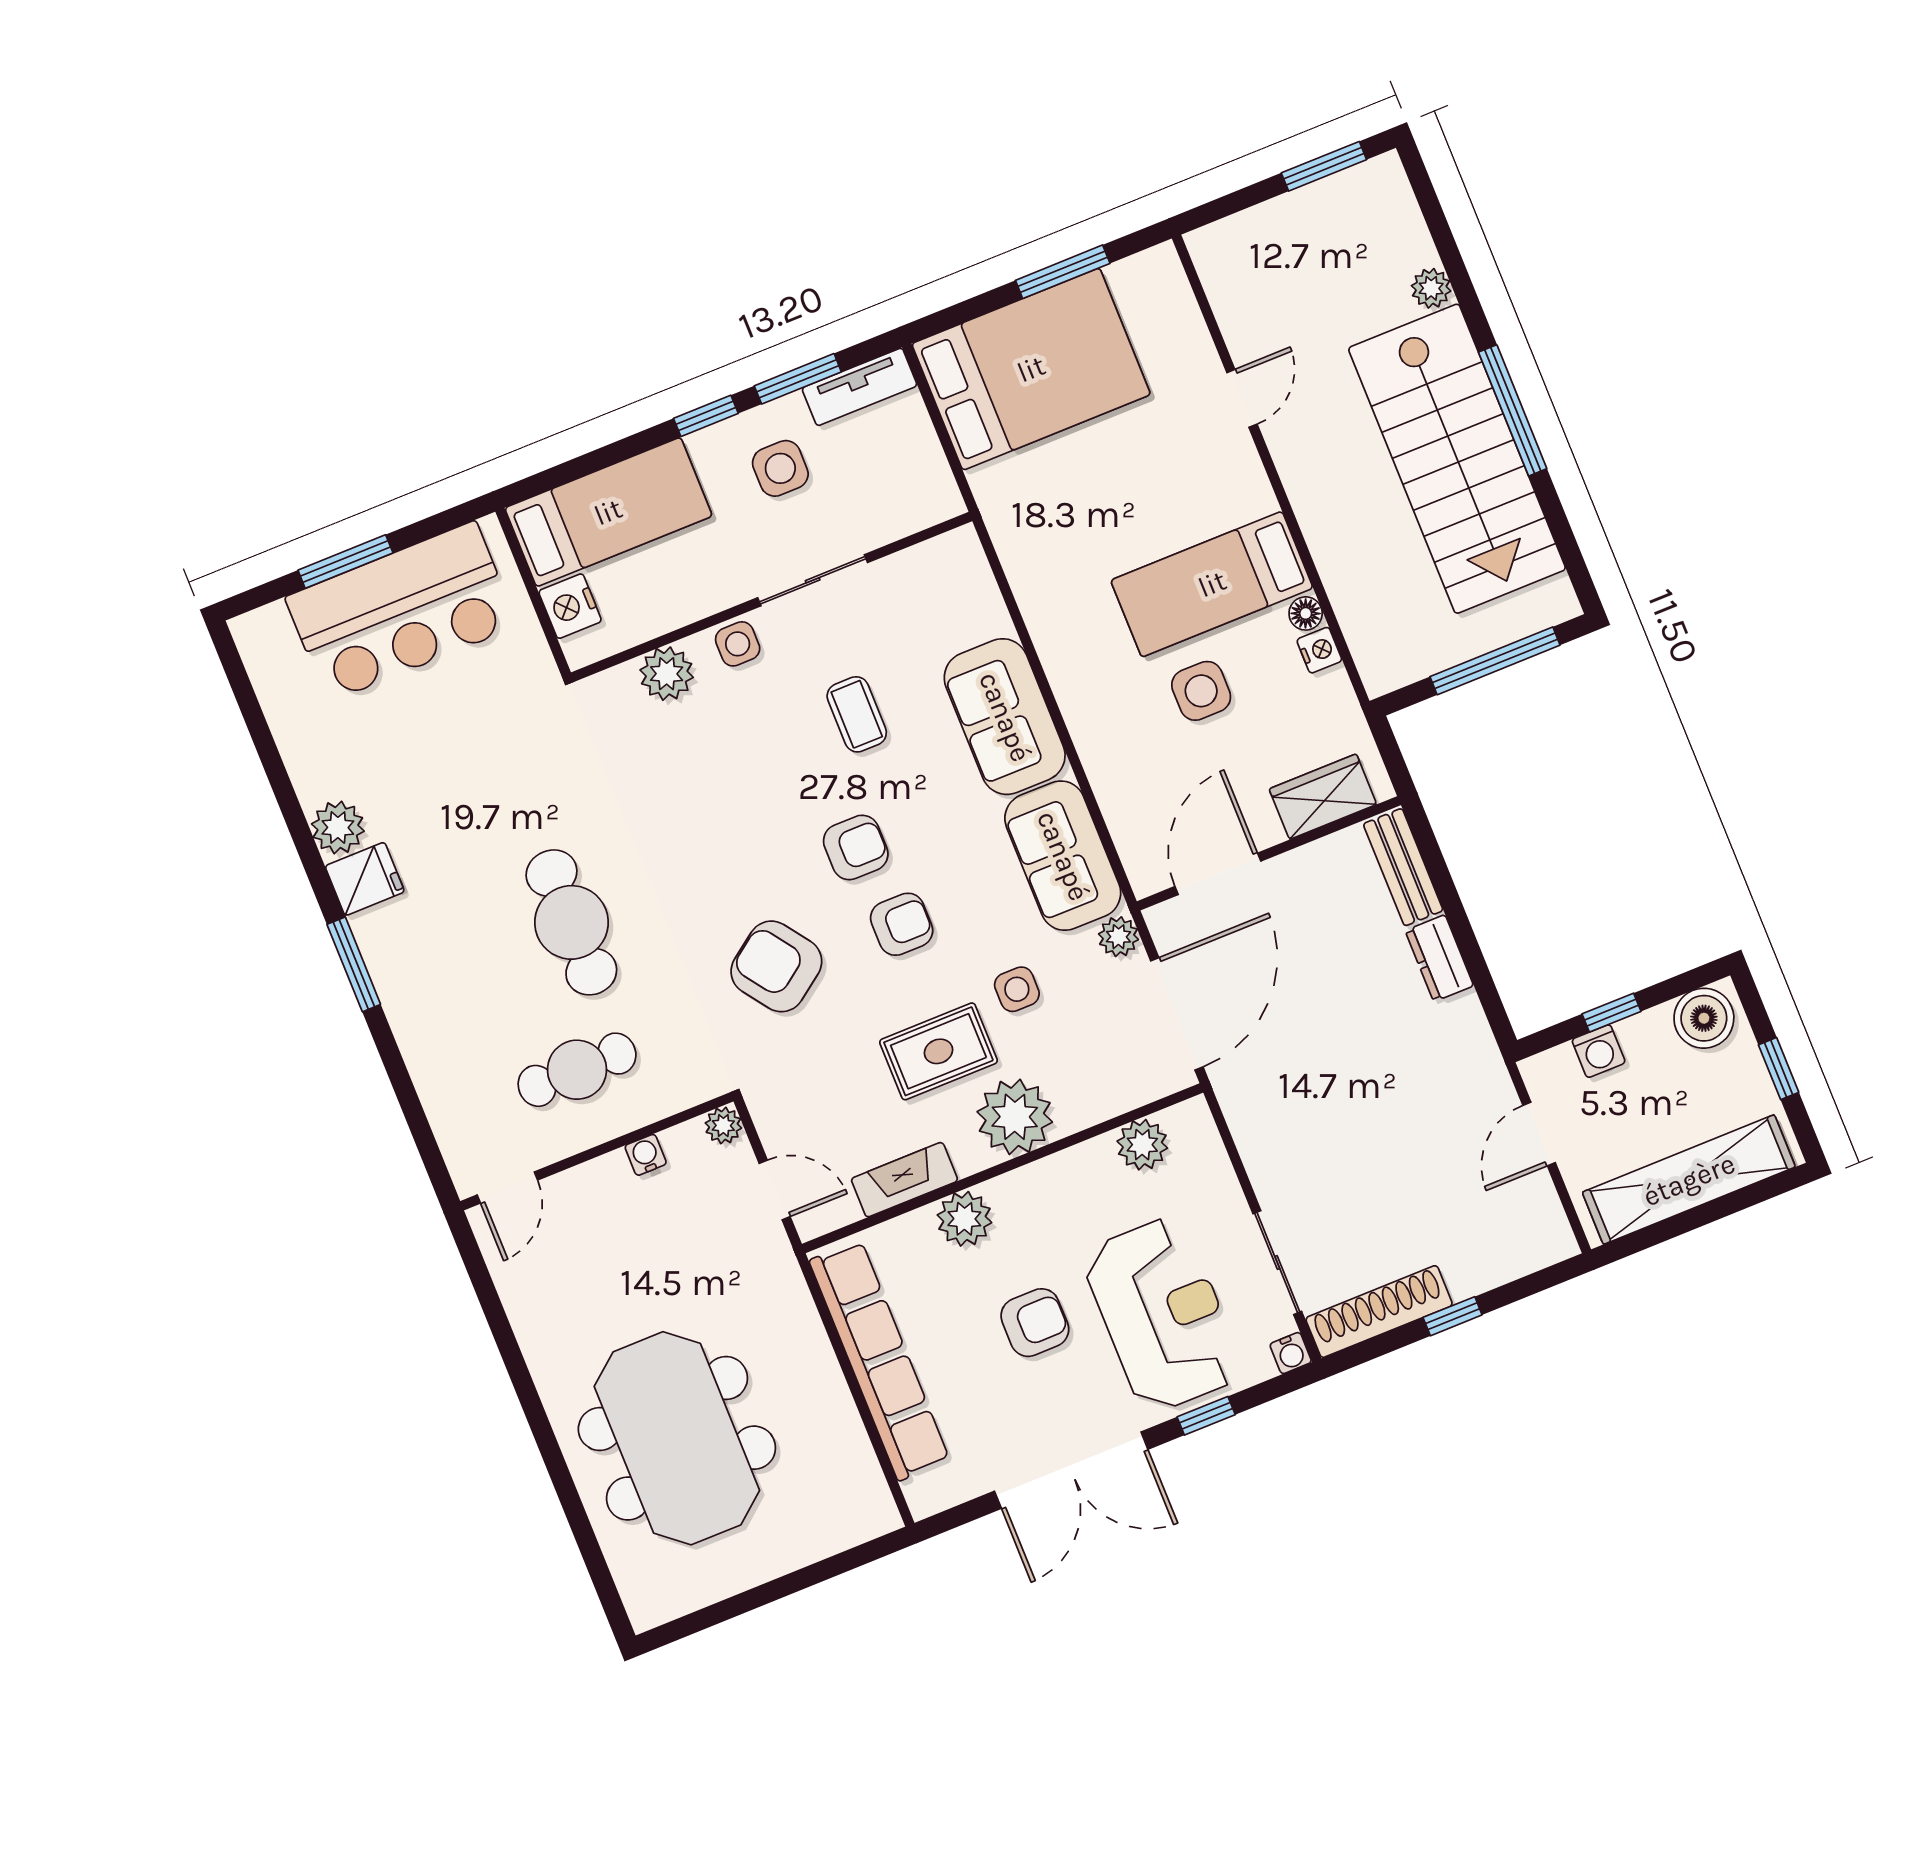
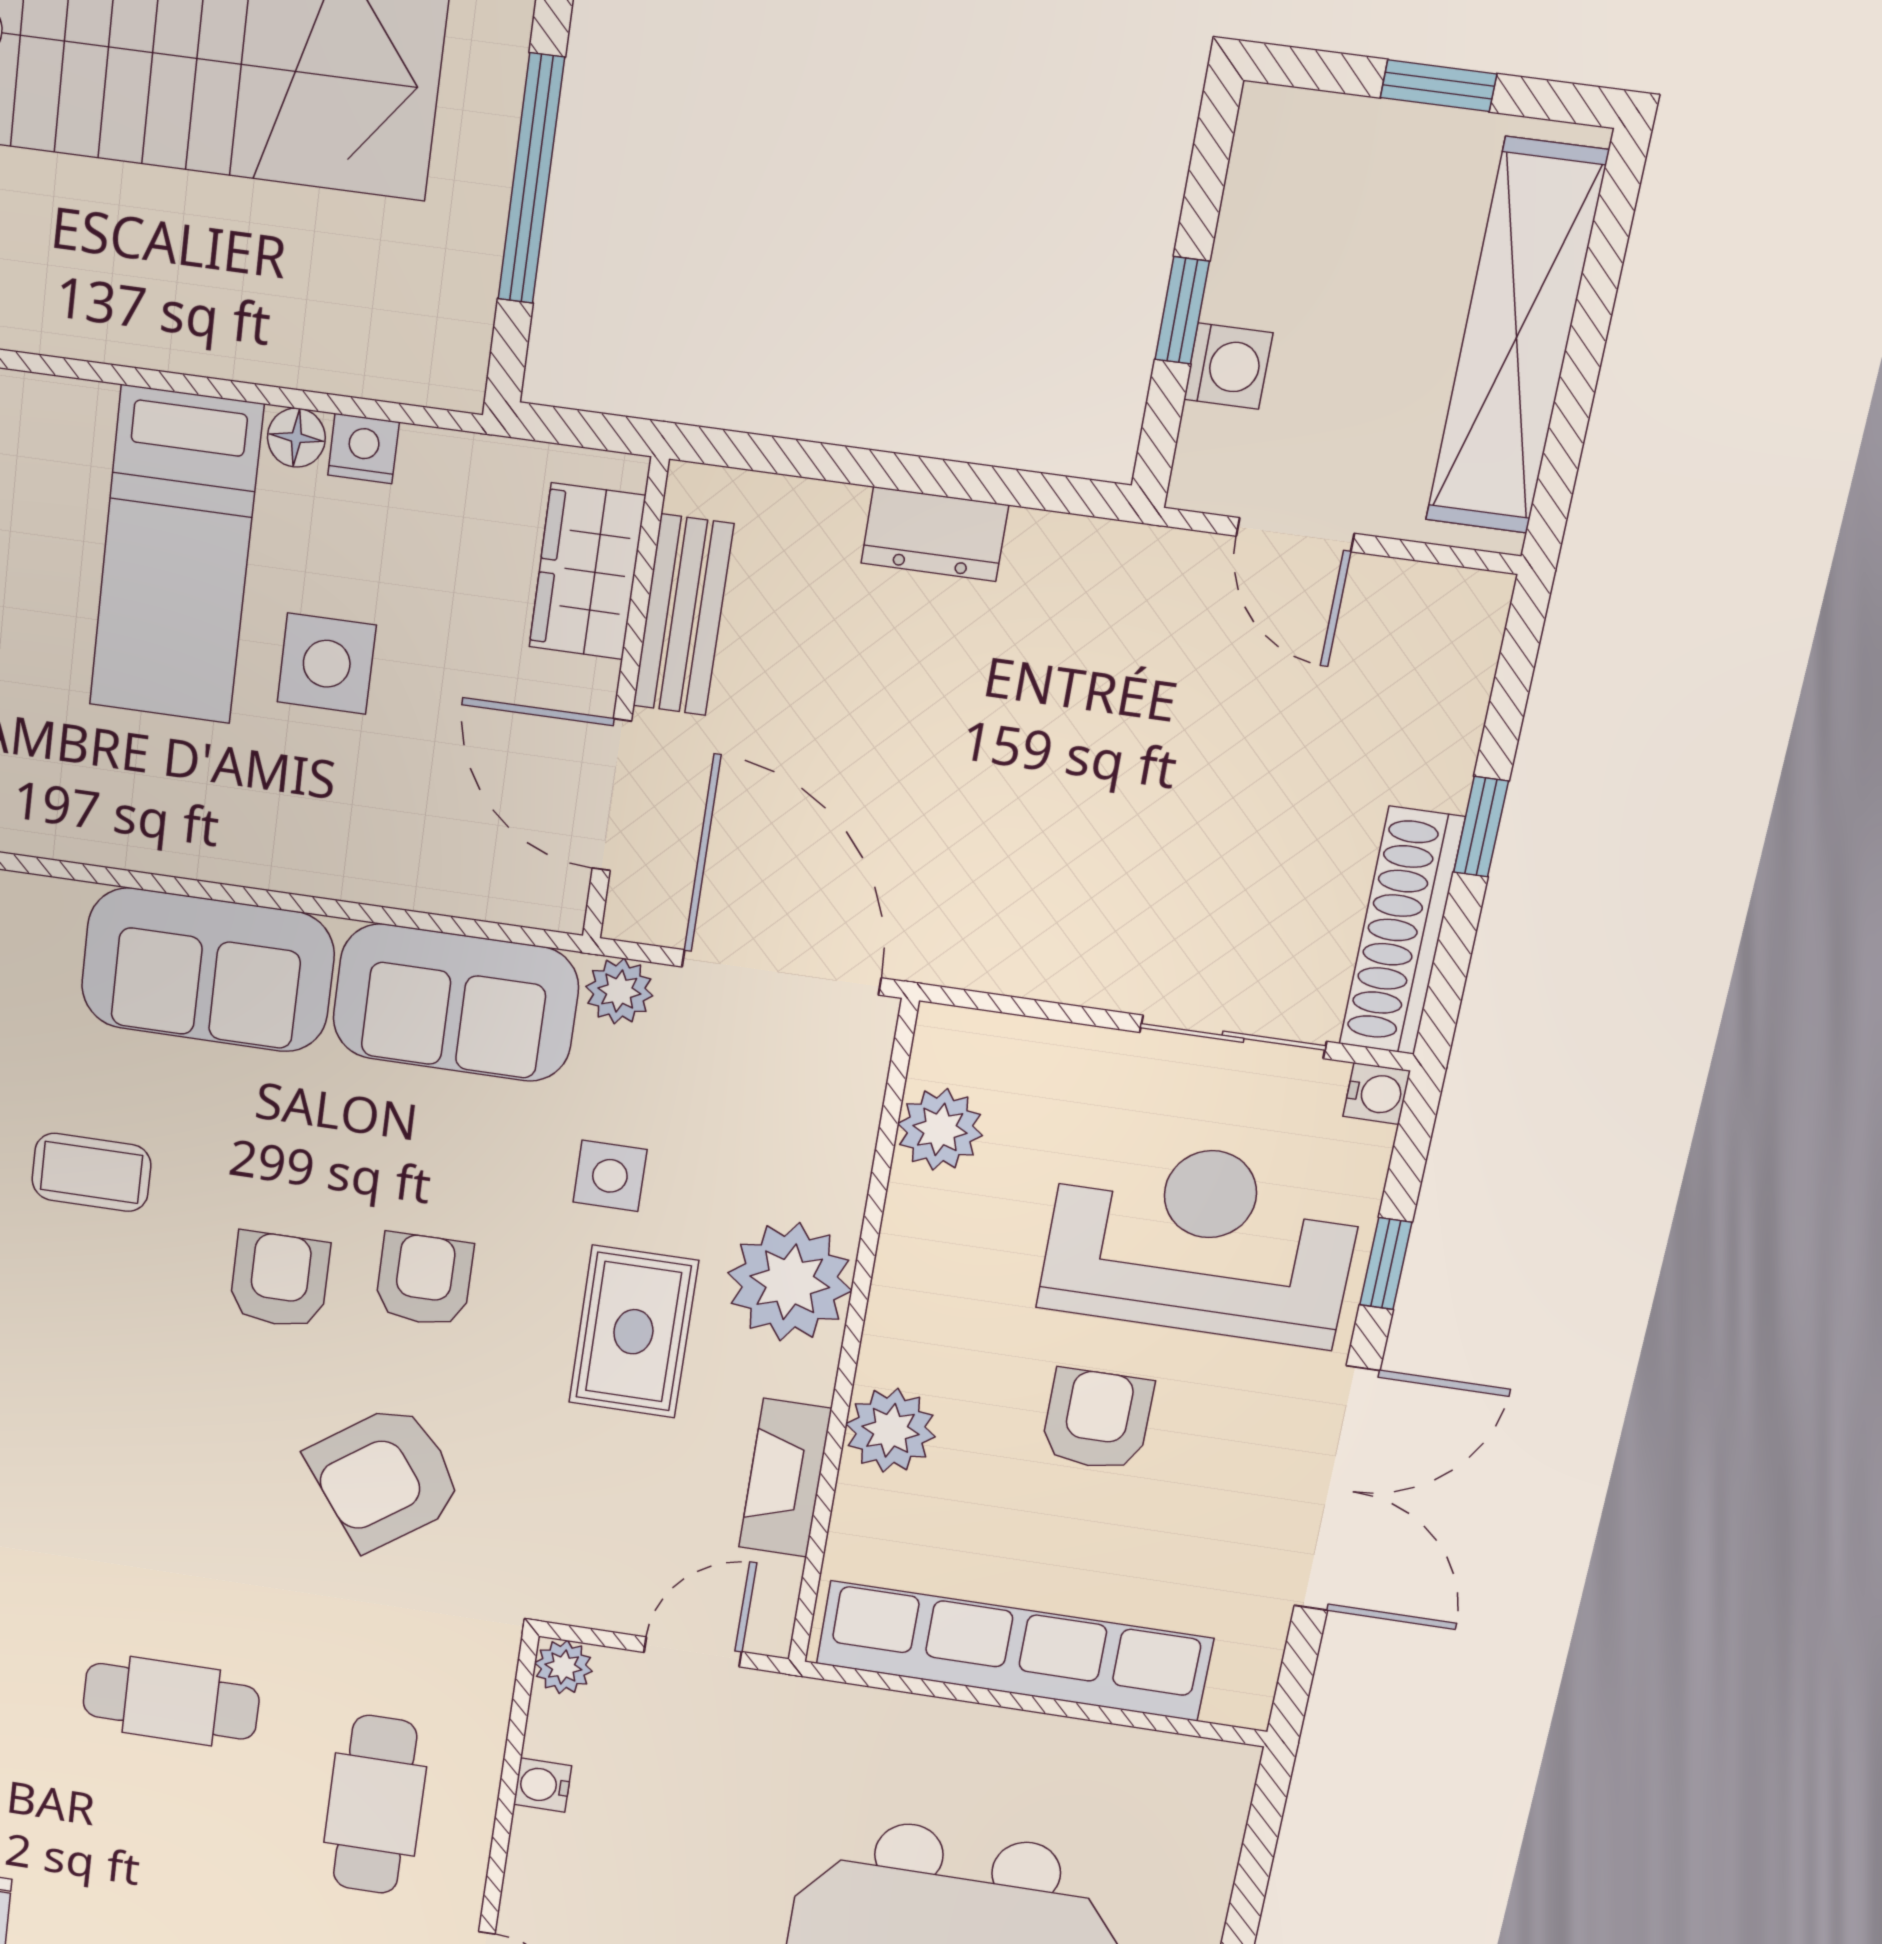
bench: (1403, 867) -> (683, 615), moved, turned 90
cafe table: (571, 922) -> (171, 1701), width x0.73, depth x0.74
boiler: (1704, 1018) -> (1283, 164), removed

